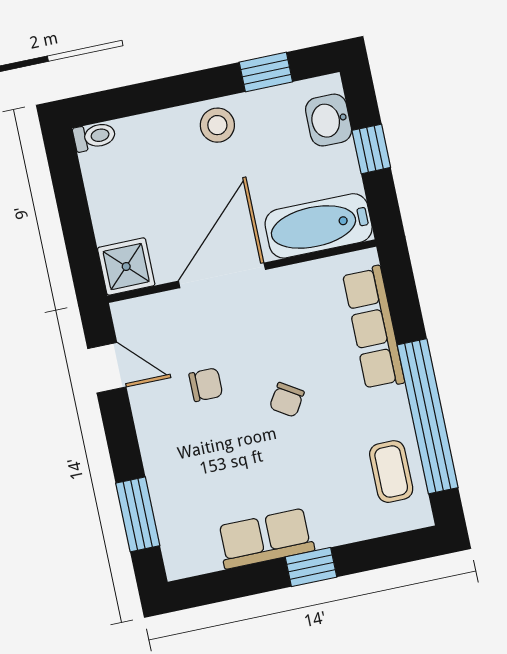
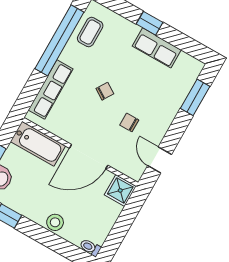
stool: (217, 125) -> (55, 222), moved

